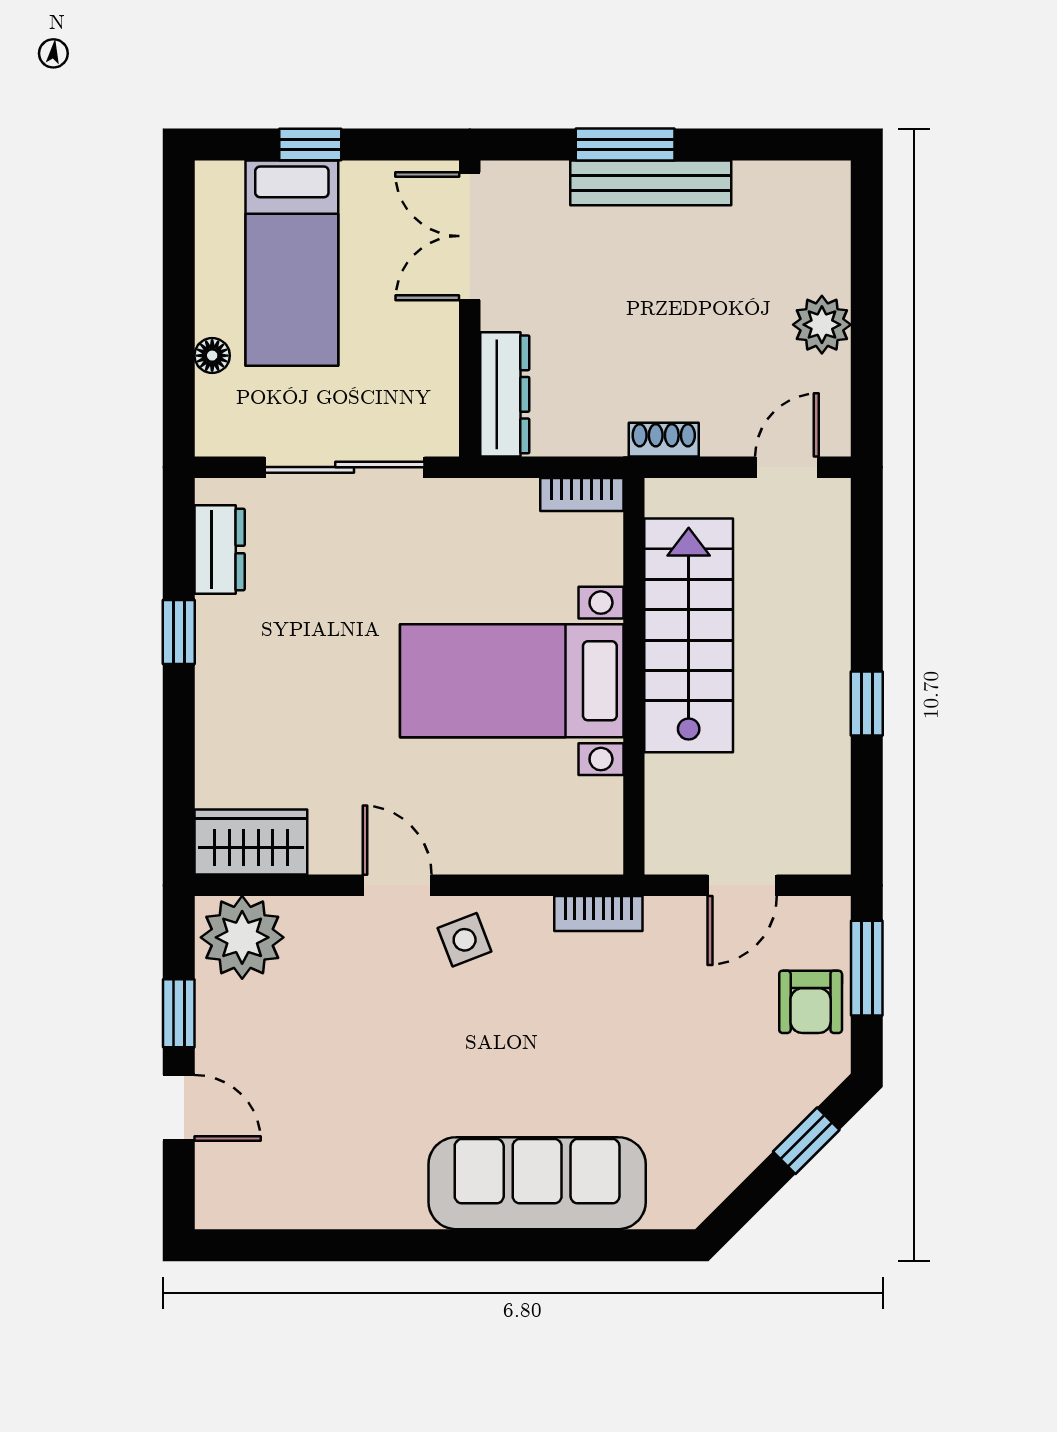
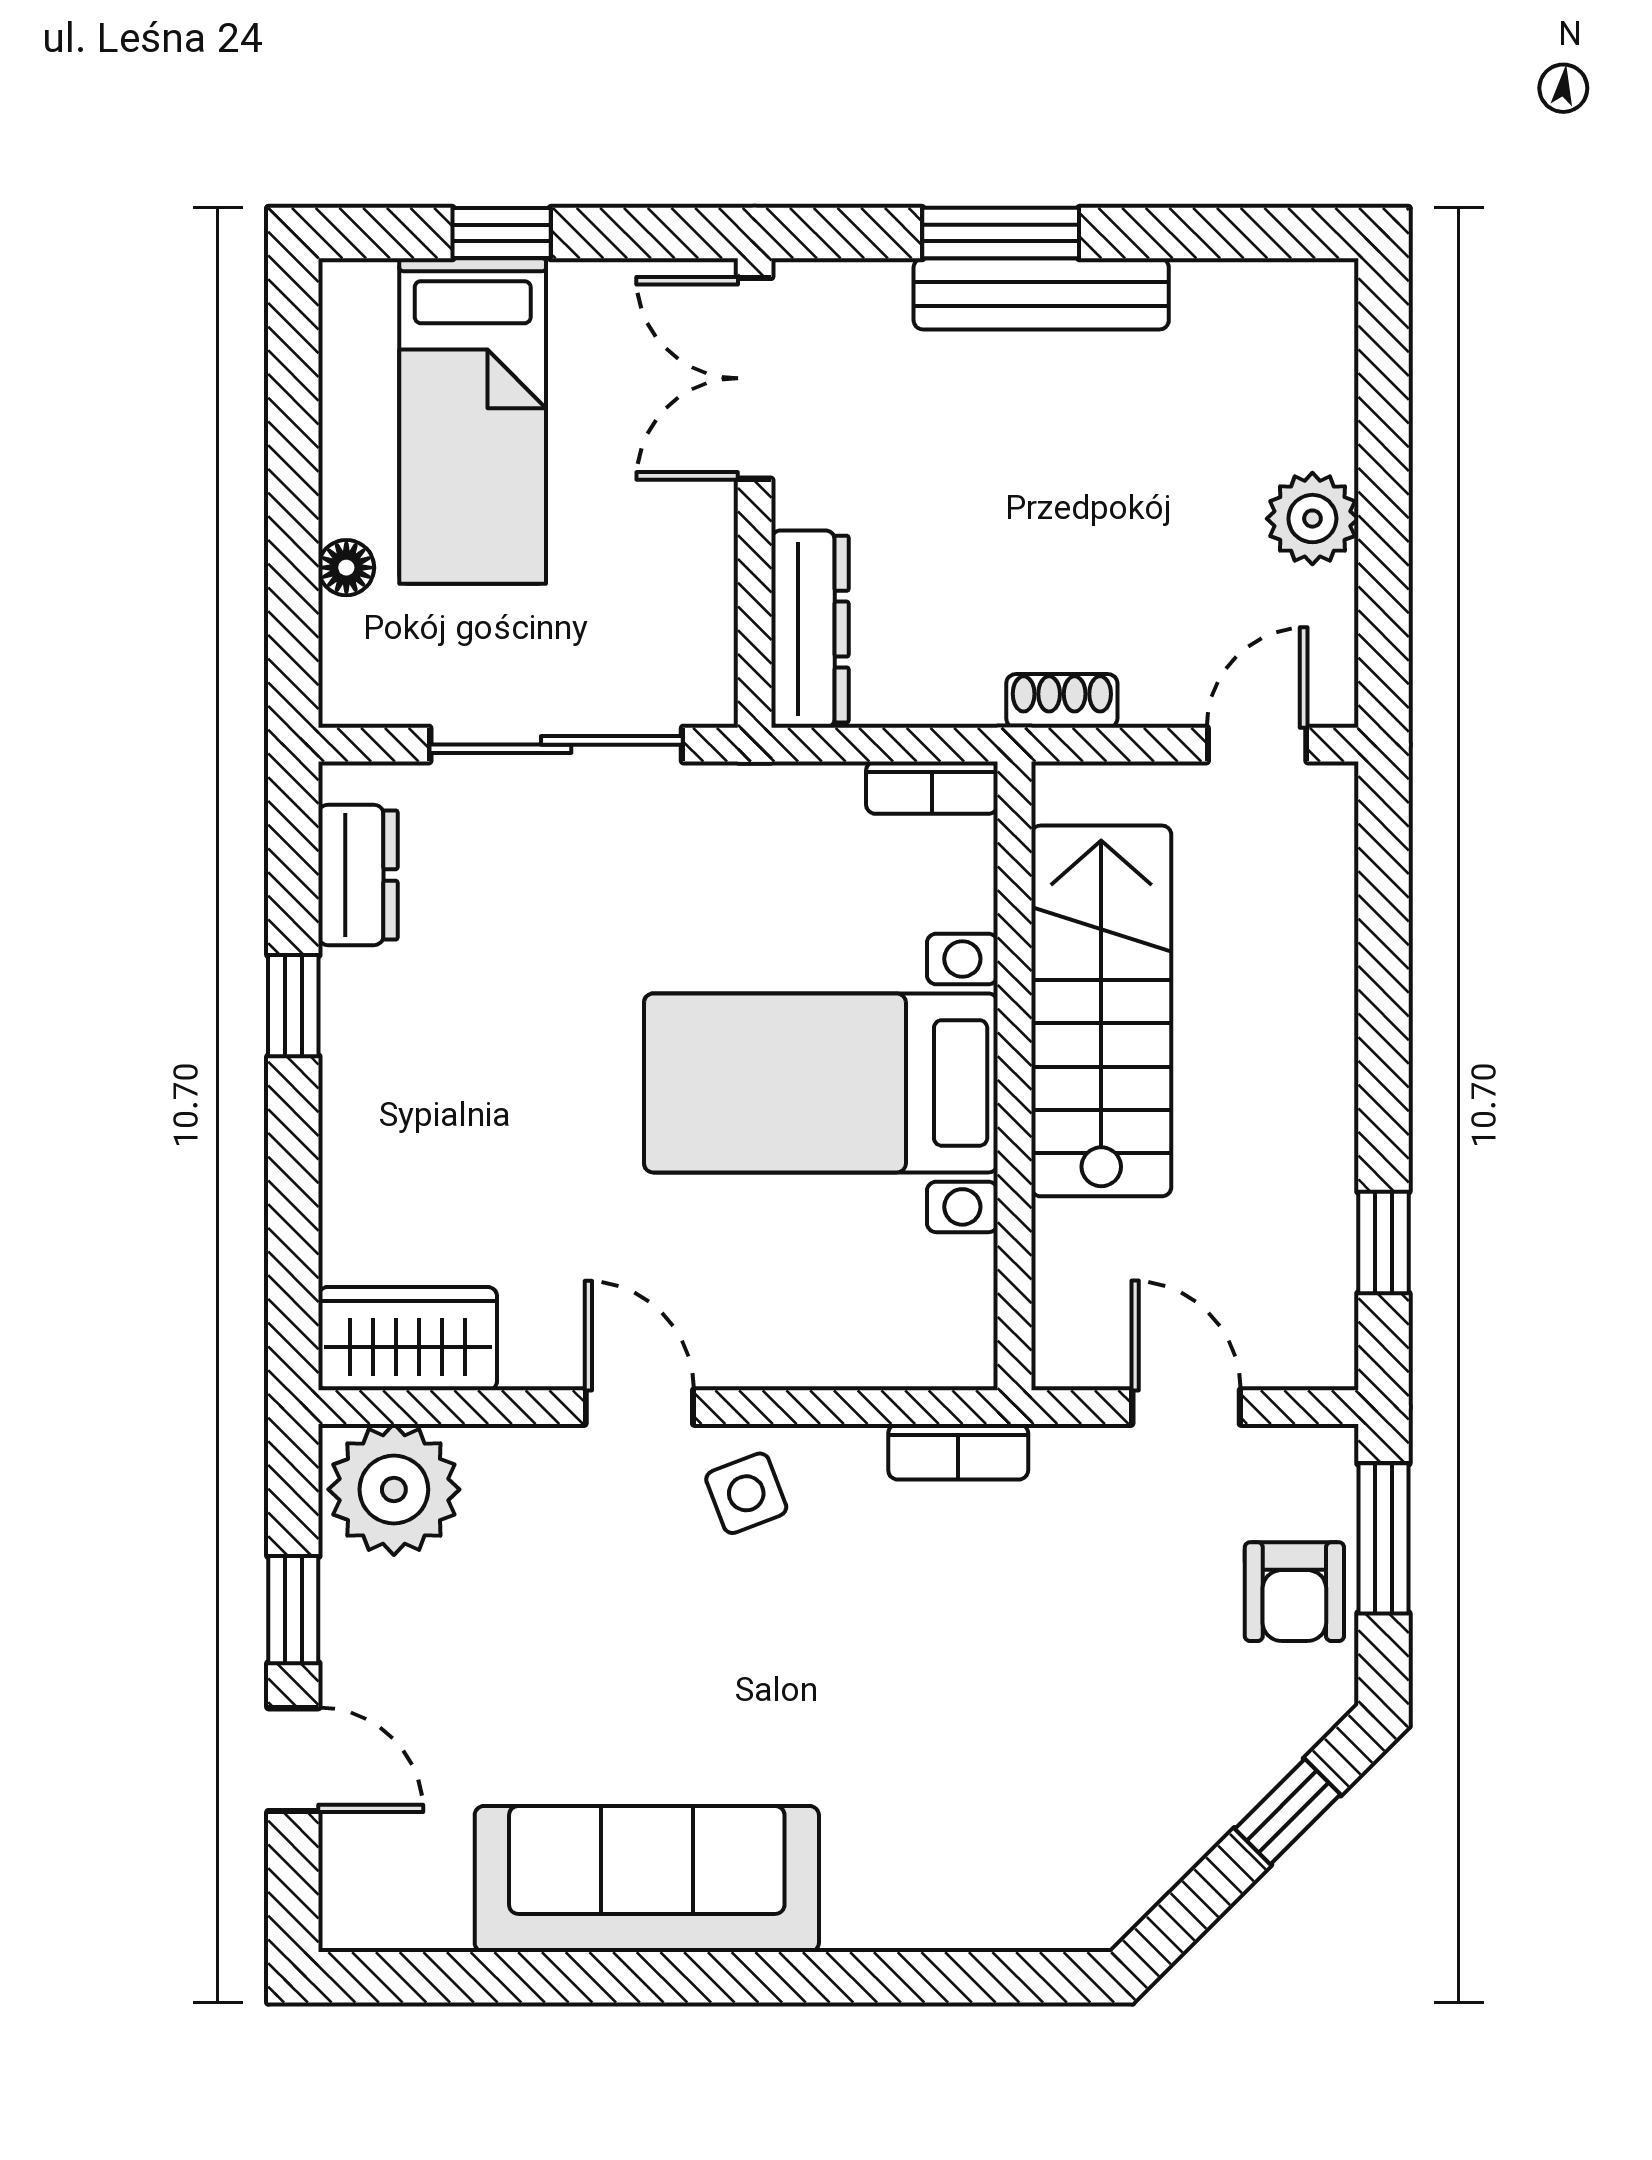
window: (867, 703) -> (1383, 1242), moved
door: (742, 885) -> (1186, 1407), swing flipped
sofa: (537, 1183) -> (647, 1879), moved

